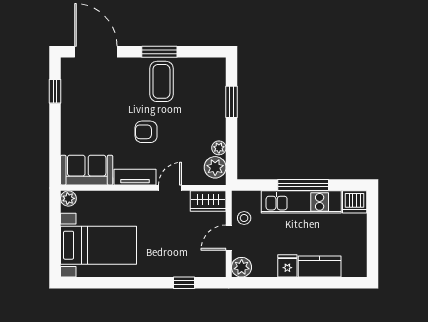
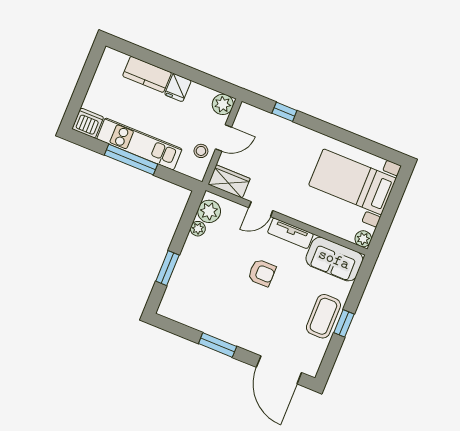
coffee table: (161, 81) -> (323, 316), moved
window: (55, 91) -> (344, 323), moved

